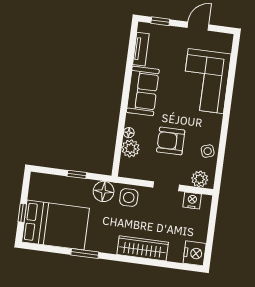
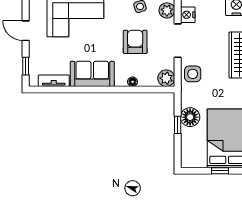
armchair: (171, 141) -> (135, 42), turned 180
plant: (131, 148) -> (166, 78), moved
doorway: (166, 186) -> (178, 41), width x1.38
floor lamp: (104, 191) -> (190, 117), moved

